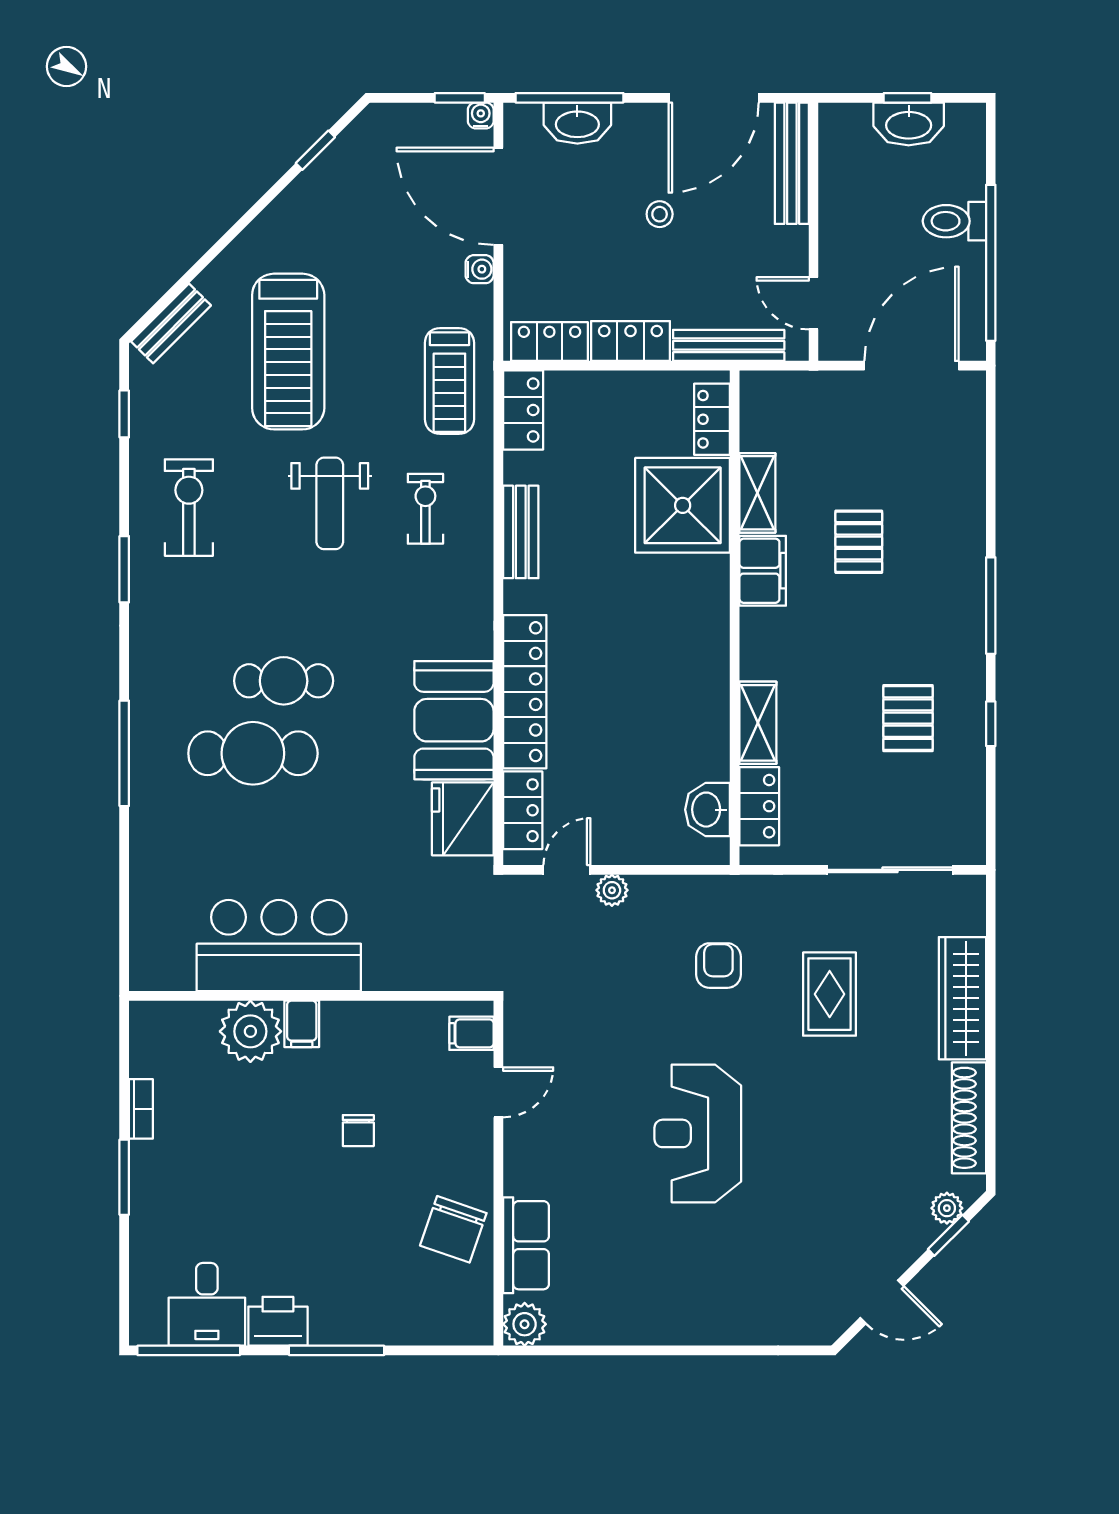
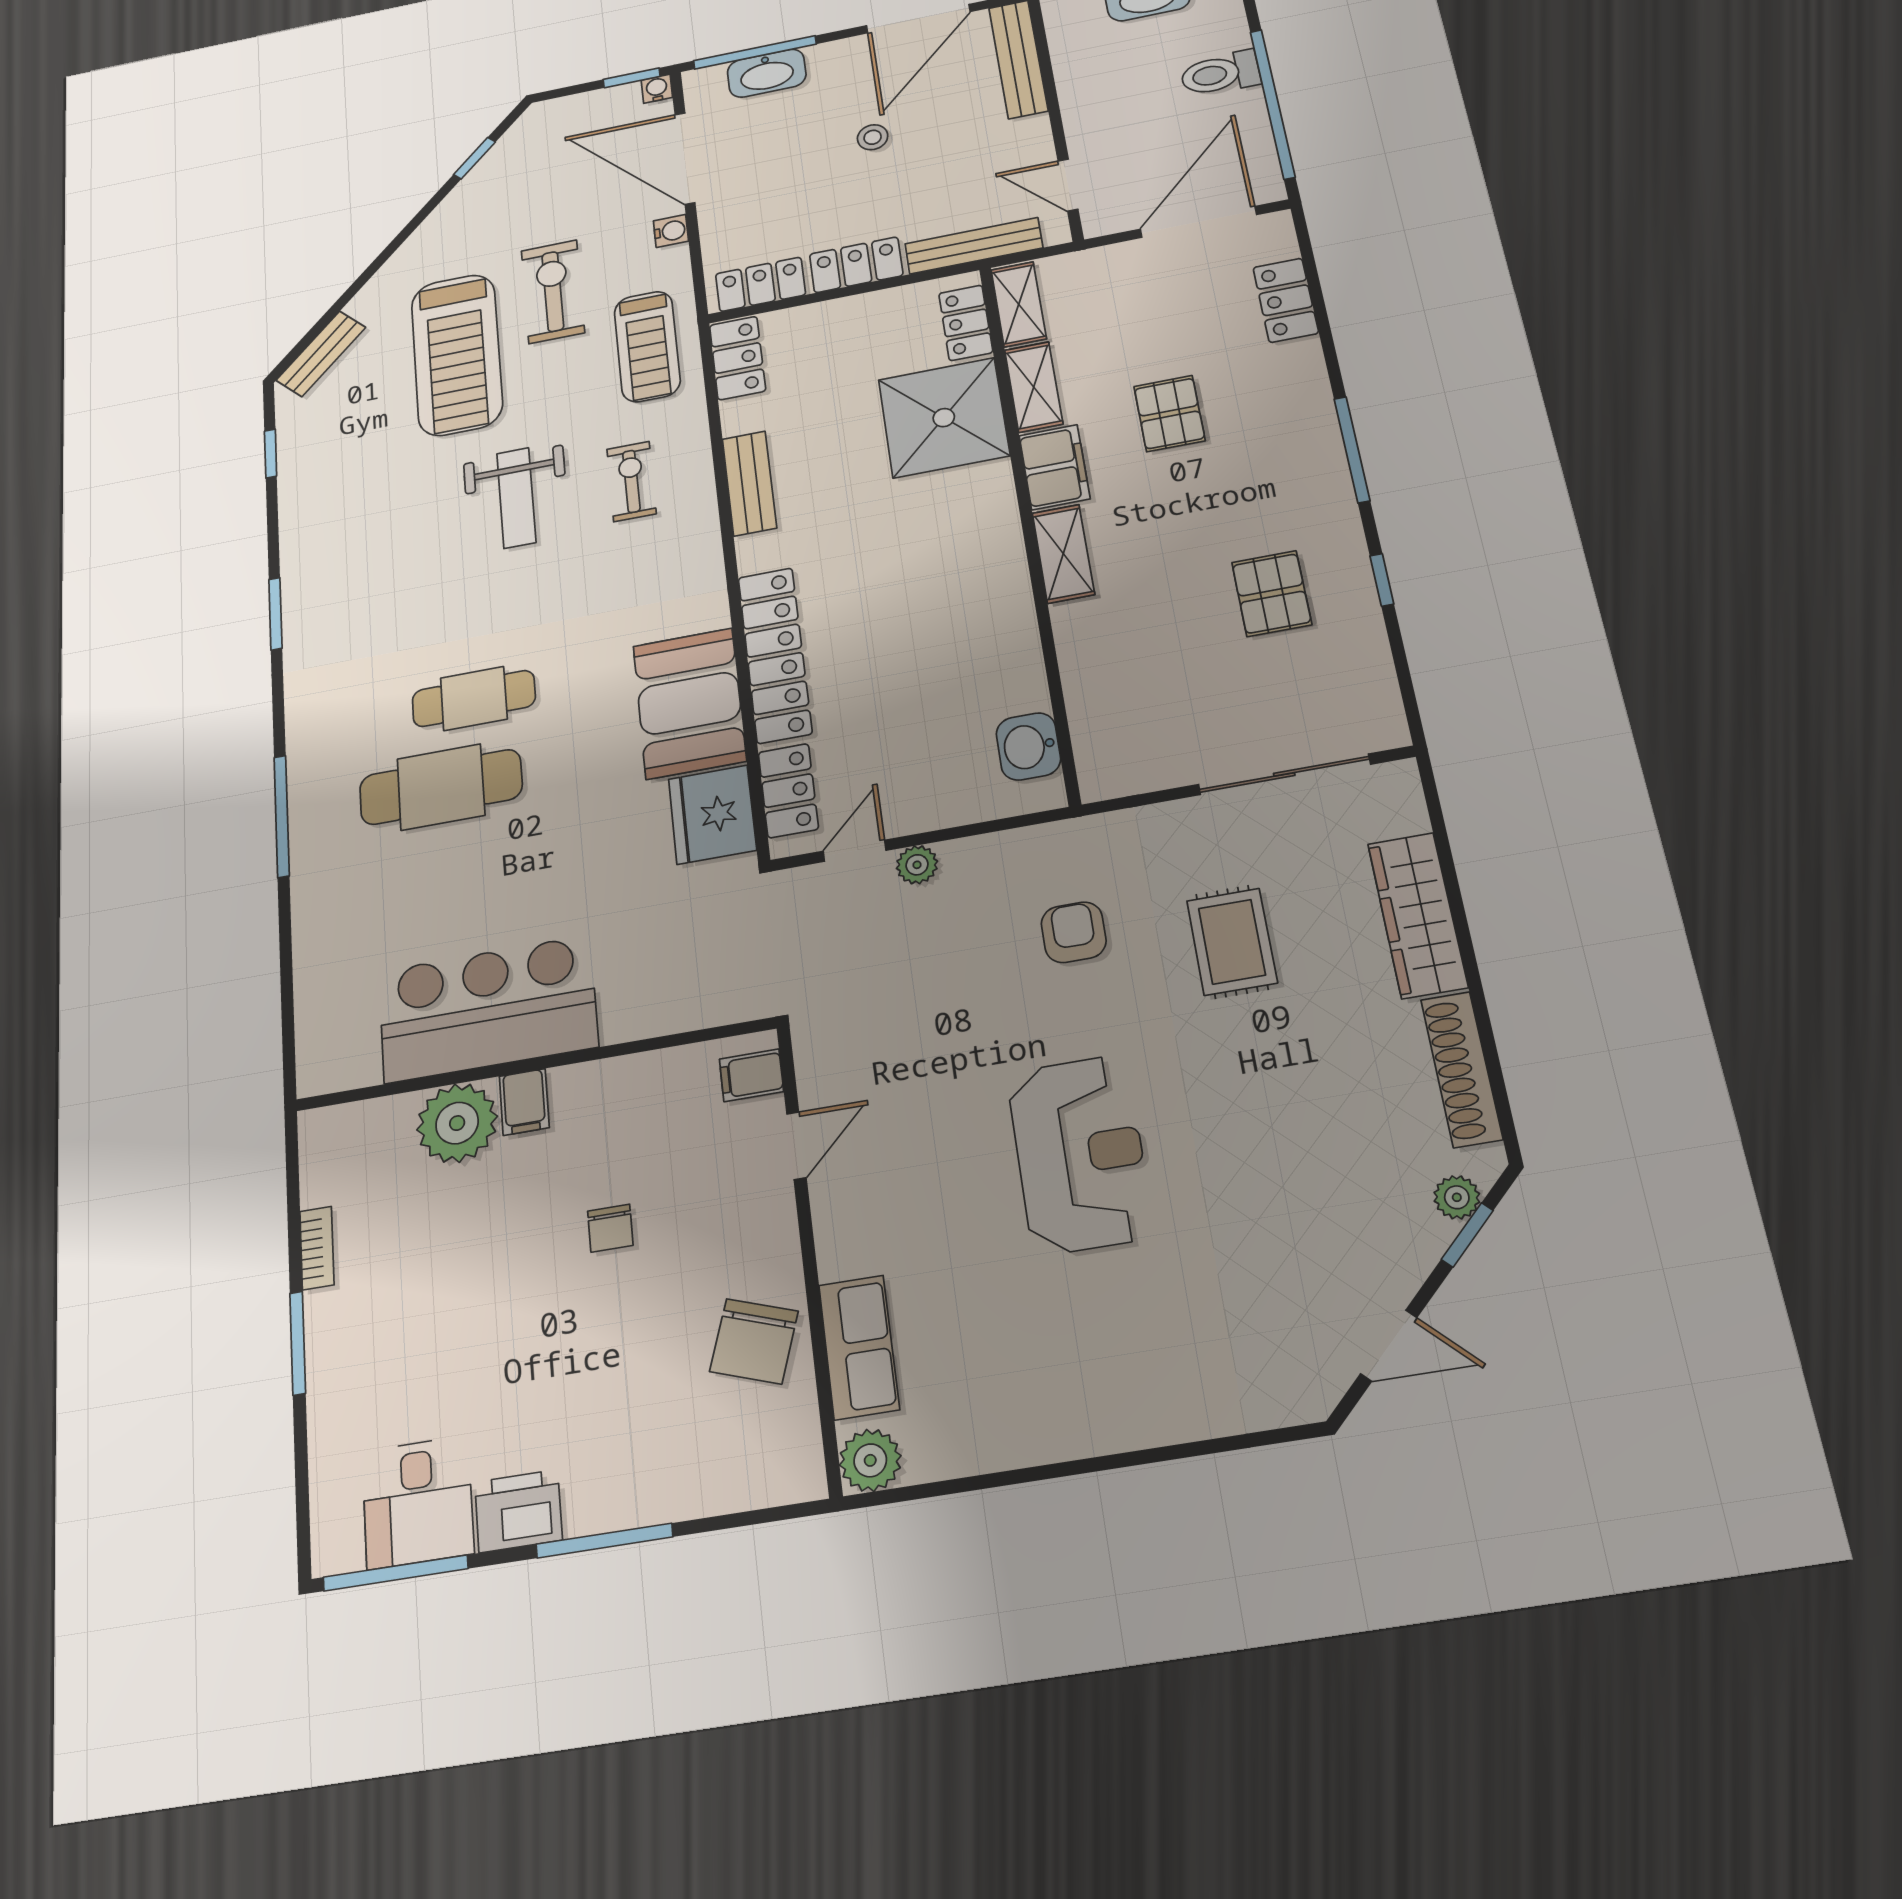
shelving: (757, 411) -> (1019, 304), added
exercise bike: (189, 508) -> (553, 292), moved
shelving: (758, 723) -> (1063, 554), moved
locker: (759, 806) -> (1286, 300), moved, turned 180
reception desk: (698, 1133) -> (1080, 1154), turned 180

